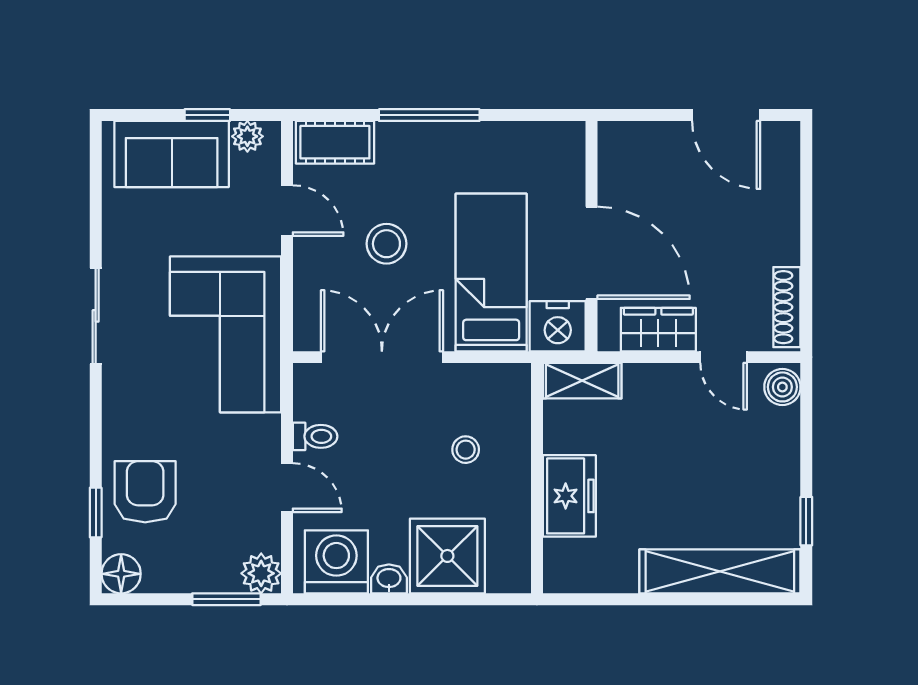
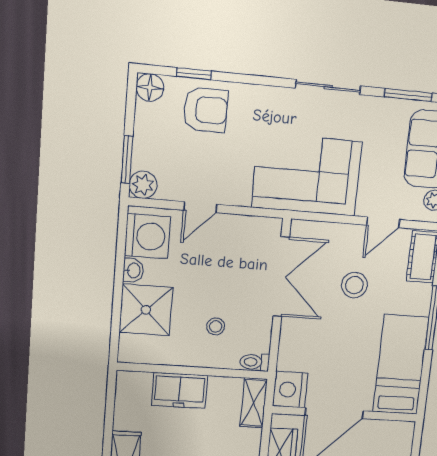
window: (96, 195) -> (408, 95), added
bed: (491, 272) -> (401, 365), moved, turned -90
toilet: (315, 436) -> (255, 362), moved, turned 90

